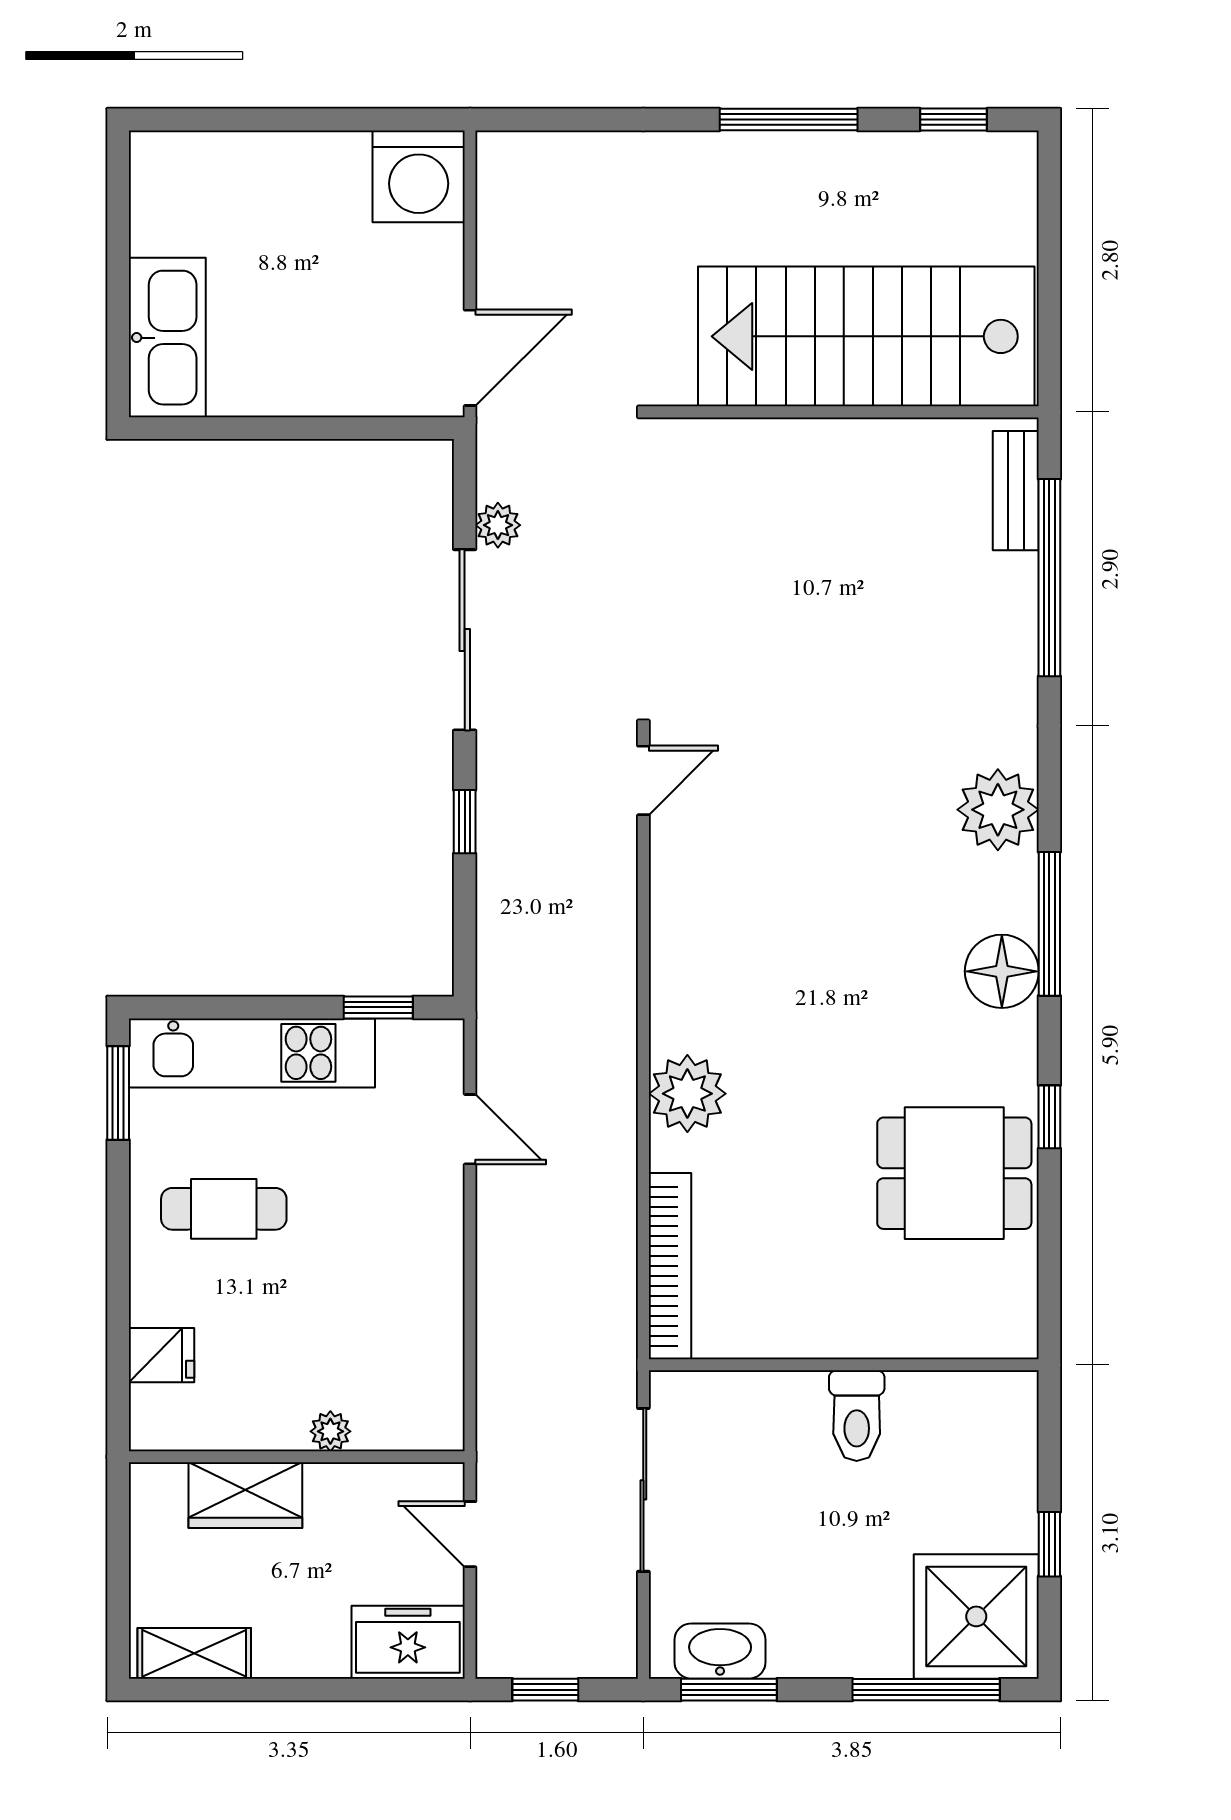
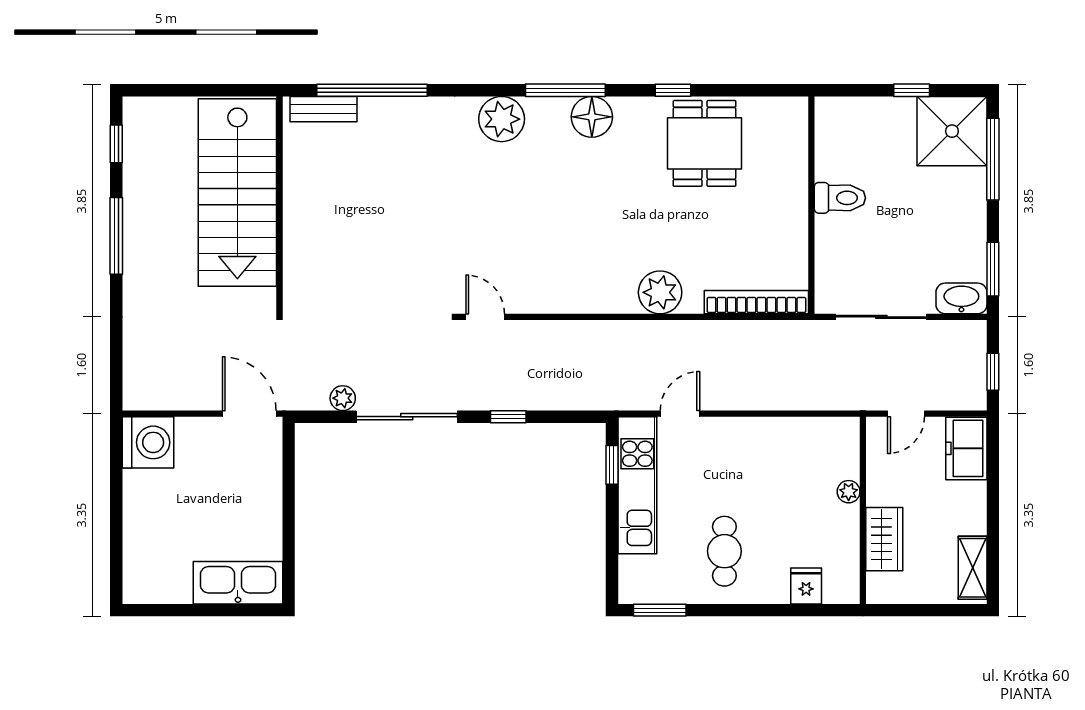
kitchen unit: (252, 1053) -> (637, 485), moved
washbasin: (720, 1651) -> (961, 298), moved, turned 90

